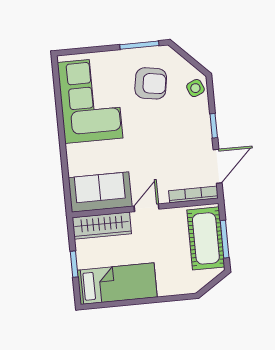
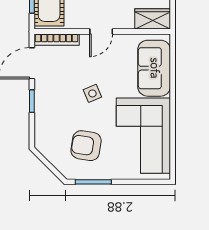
side table: (195, 88) -> (92, 93), moved
sofa: (100, 192) -> (154, 68), moved, turned 90
wardrobe: (102, 226) -> (153, 19), width x0.67

